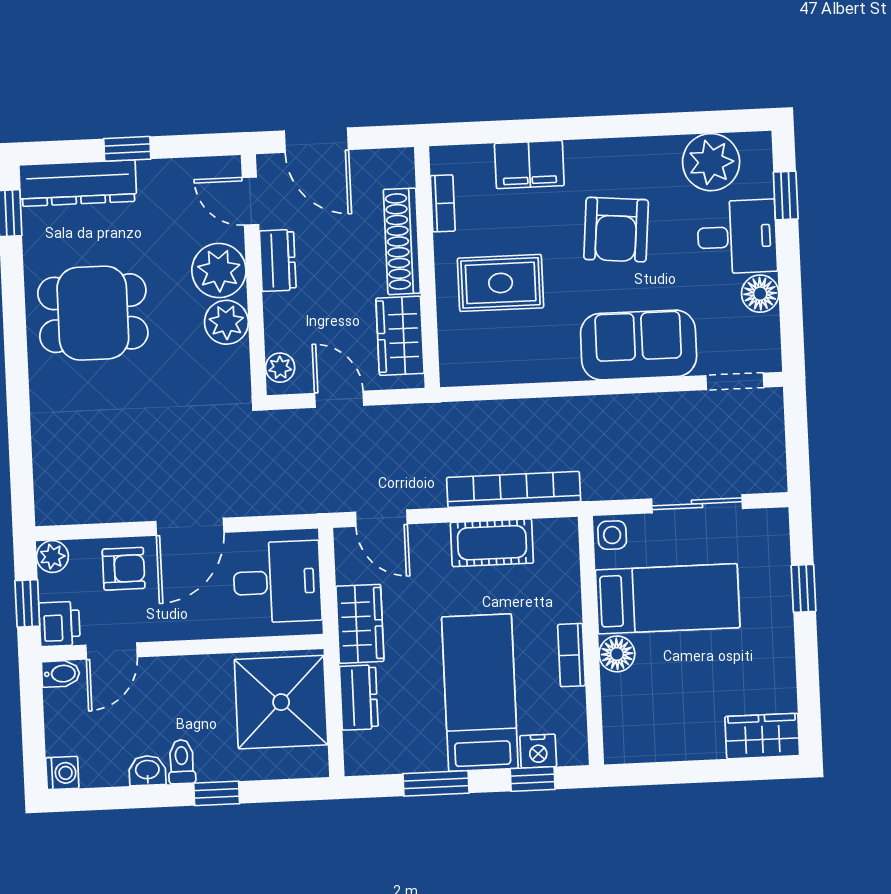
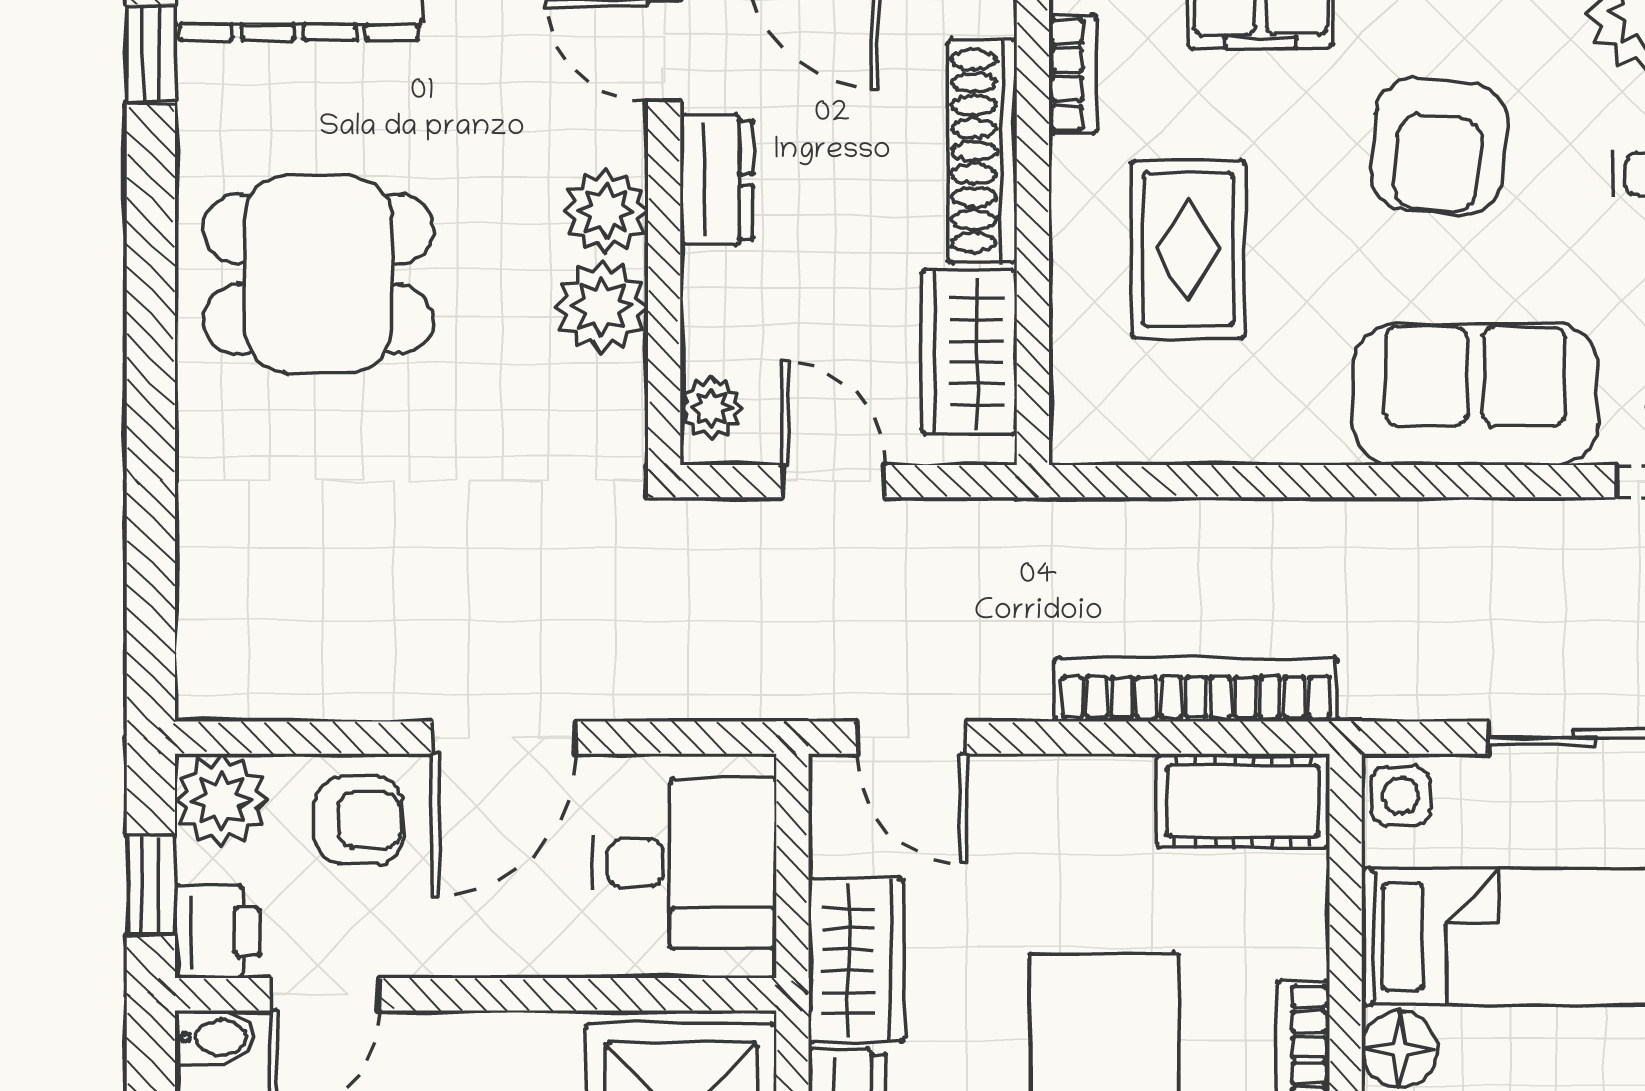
plant: (219, 271) -> (606, 211), width x0.73, depth x0.73
rug: (501, 283) -> (1188, 249), turned 90
cot: (492, 543) -> (1243, 801), moved
plant: (52, 556) -> (221, 800), width x1.38, depth x1.38

